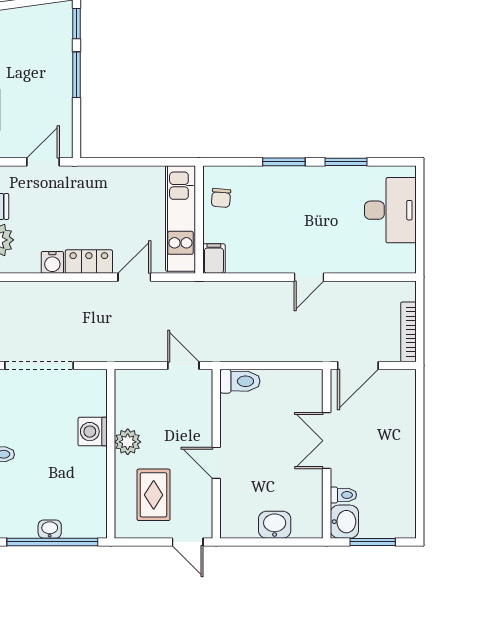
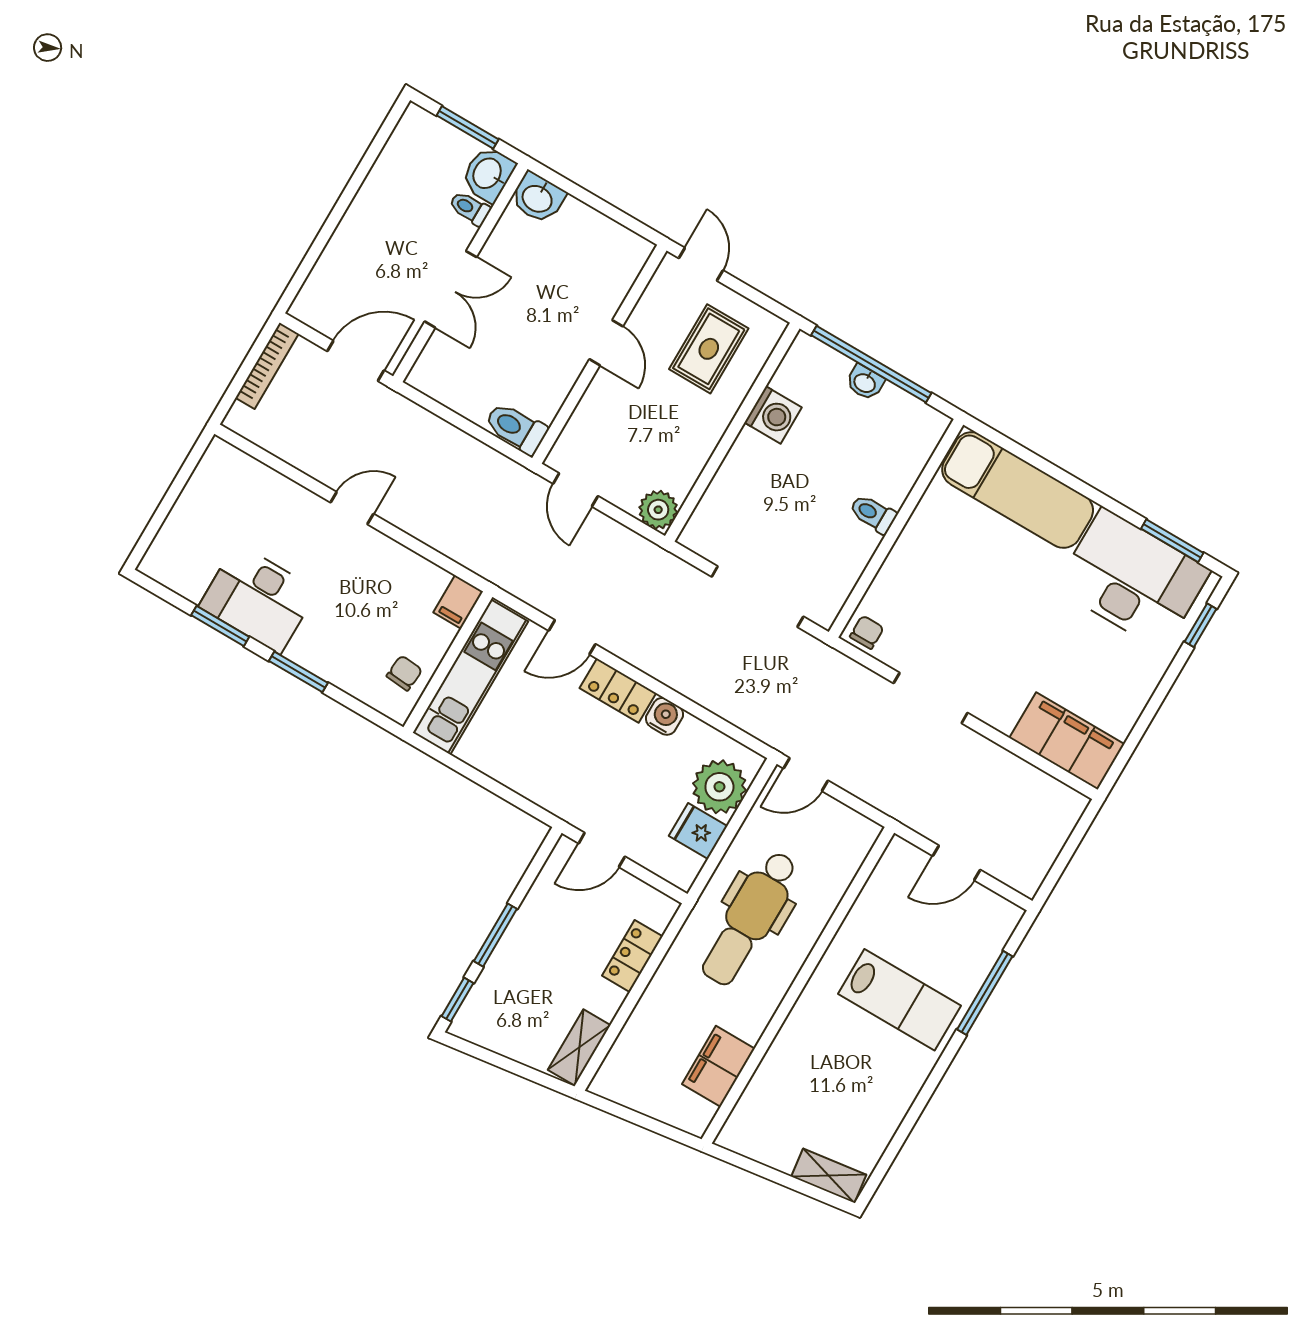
desk: (390, 210) -> (258, 598), moved, turned -90
washing machine: (93, 432) -> (773, 415), moved
plant: (128, 442) -> (658, 510), moved
washbasin: (275, 525) -> (538, 198), moved

